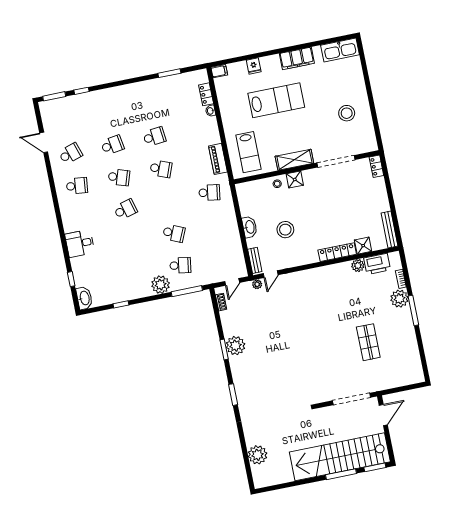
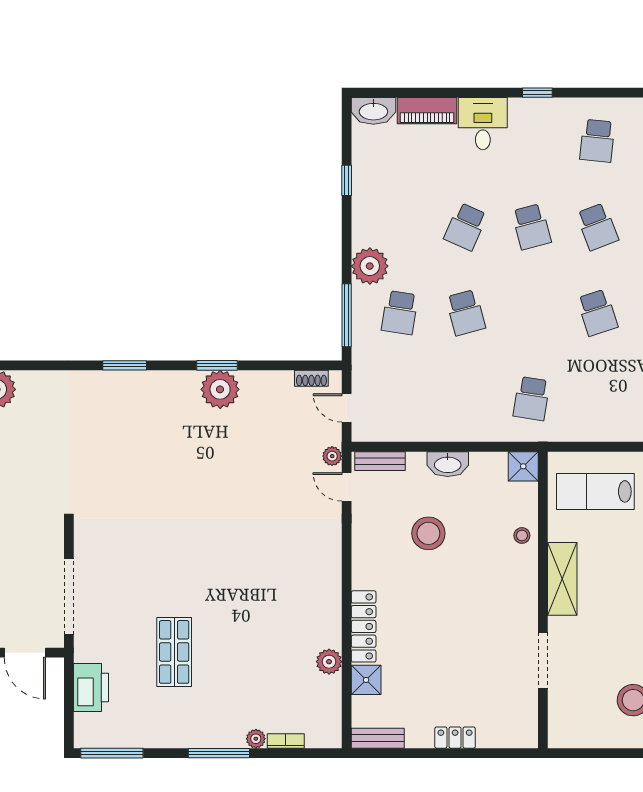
piano: (218, 159) -> (427, 111), moved, turned 180
doorway: (336, 161) -> (543, 660), width x0.73
locker: (376, 166) -> (455, 738), moved
school desk: (161, 169) -> (597, 313), turned -39
school desk: (119, 177) -> (597, 227), turned -39
shower: (295, 179) -> (523, 466), moved
bench: (389, 229) -> (378, 738), width x0.73
school desk: (174, 233) -> (466, 313), turned -39
school desk: (132, 242) -> (466, 227), added
printer: (377, 264) -> (91, 687), moved, turned 180
window: (71, 279) -> (537, 93), moved
plant: (399, 299) -> (256, 739), width x0.53, depth x0.53
shop shelf: (368, 342) -> (174, 652), turned 90
window: (424, 363) -> (112, 753), added

